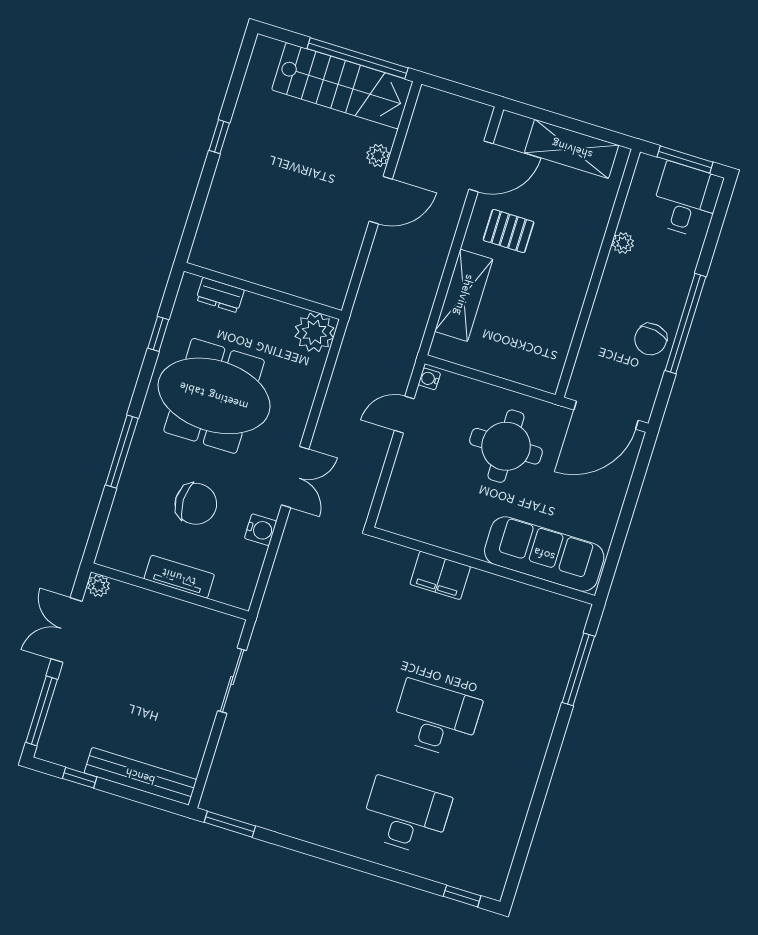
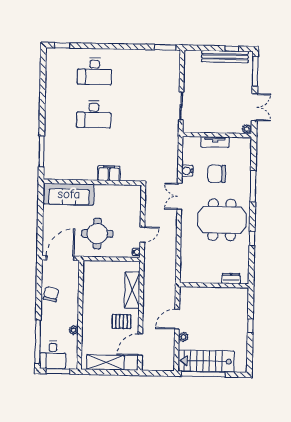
wall: (263, 291) -> (214, 285), moved
dresser: (220, 295) -> (231, 279), moved
window: (685, 324) -> (38, 342), moved
plant: (314, 332) -> (189, 257), removed
bench: (140, 776) -> (225, 57), moved

